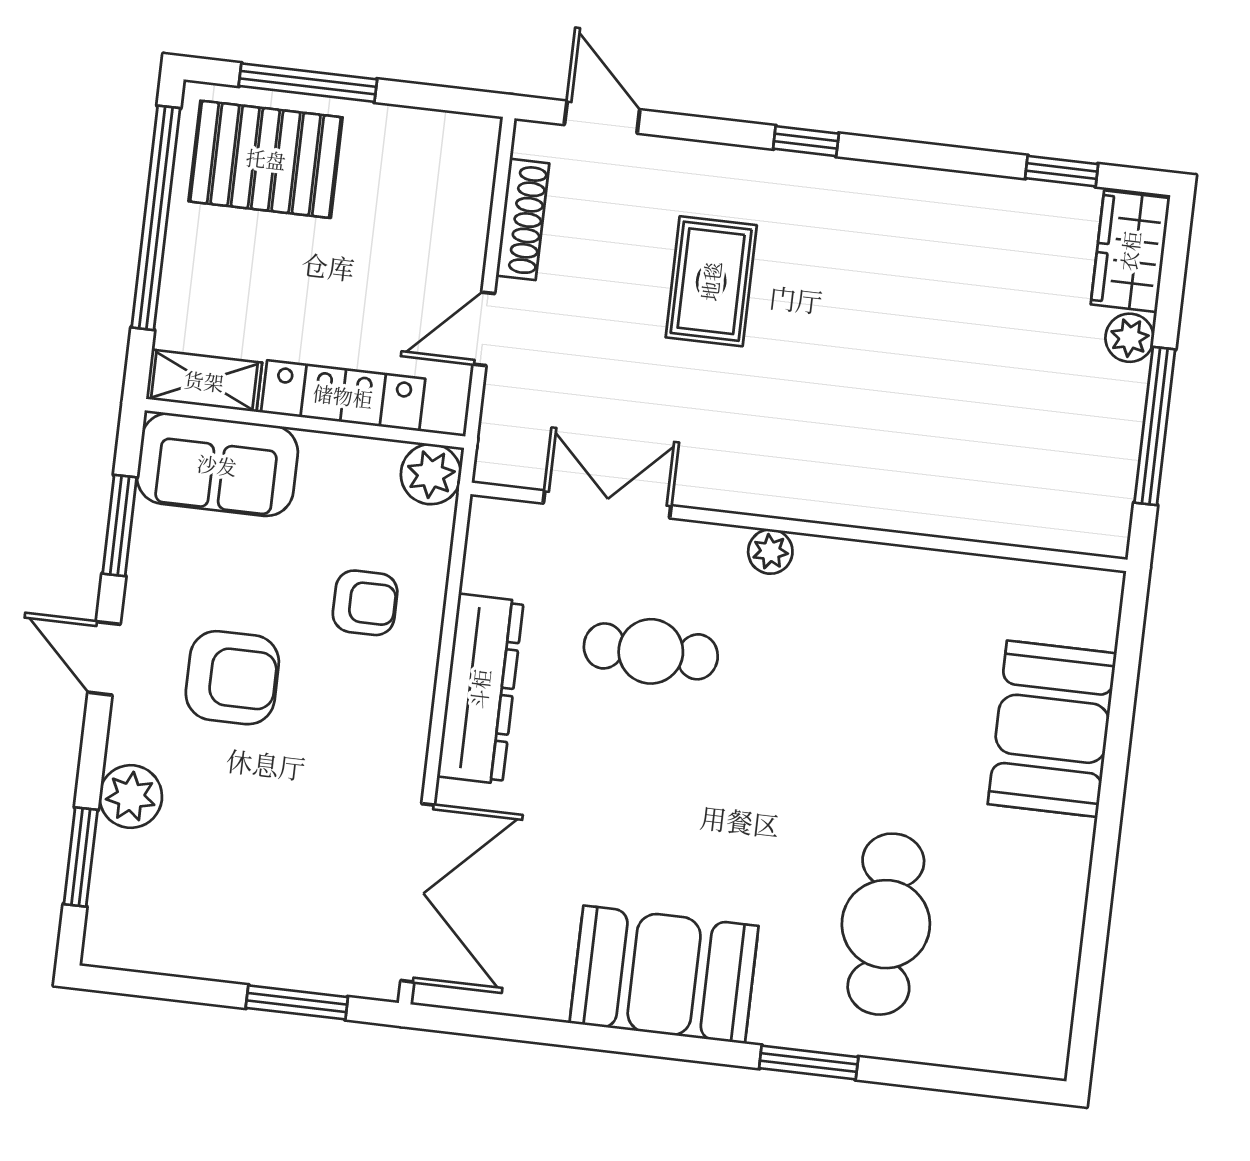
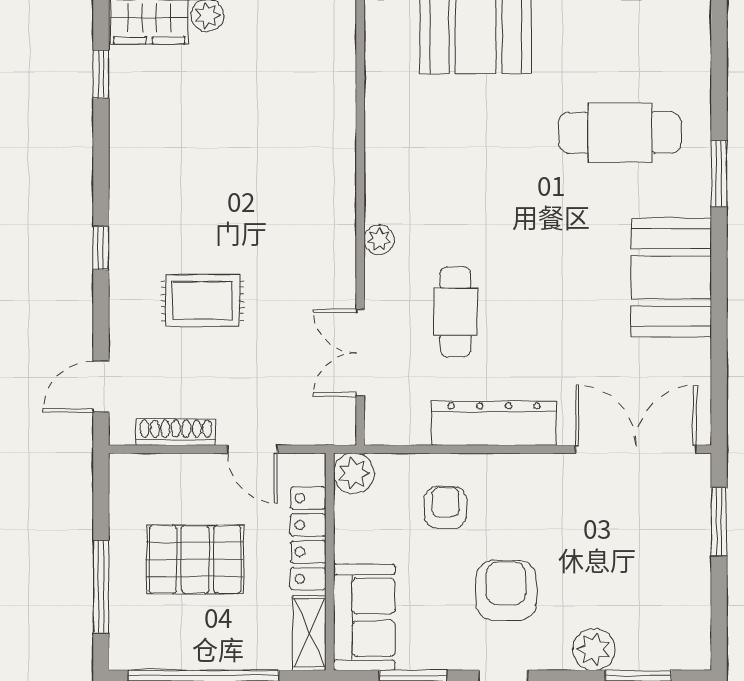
pallet: (266, 159) -> (195, 559), moved, turned 90

